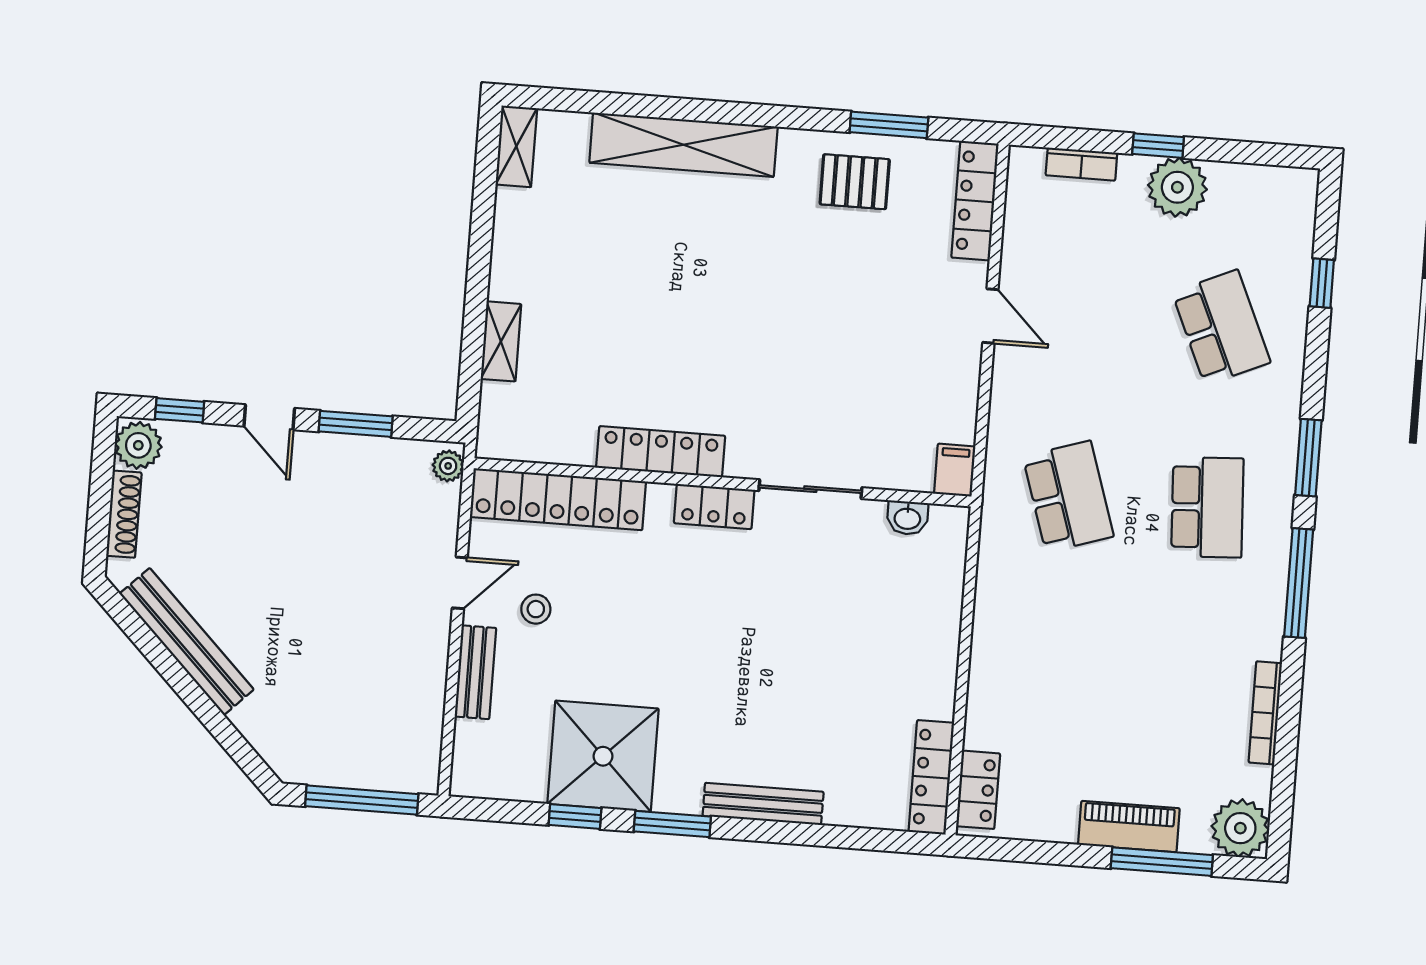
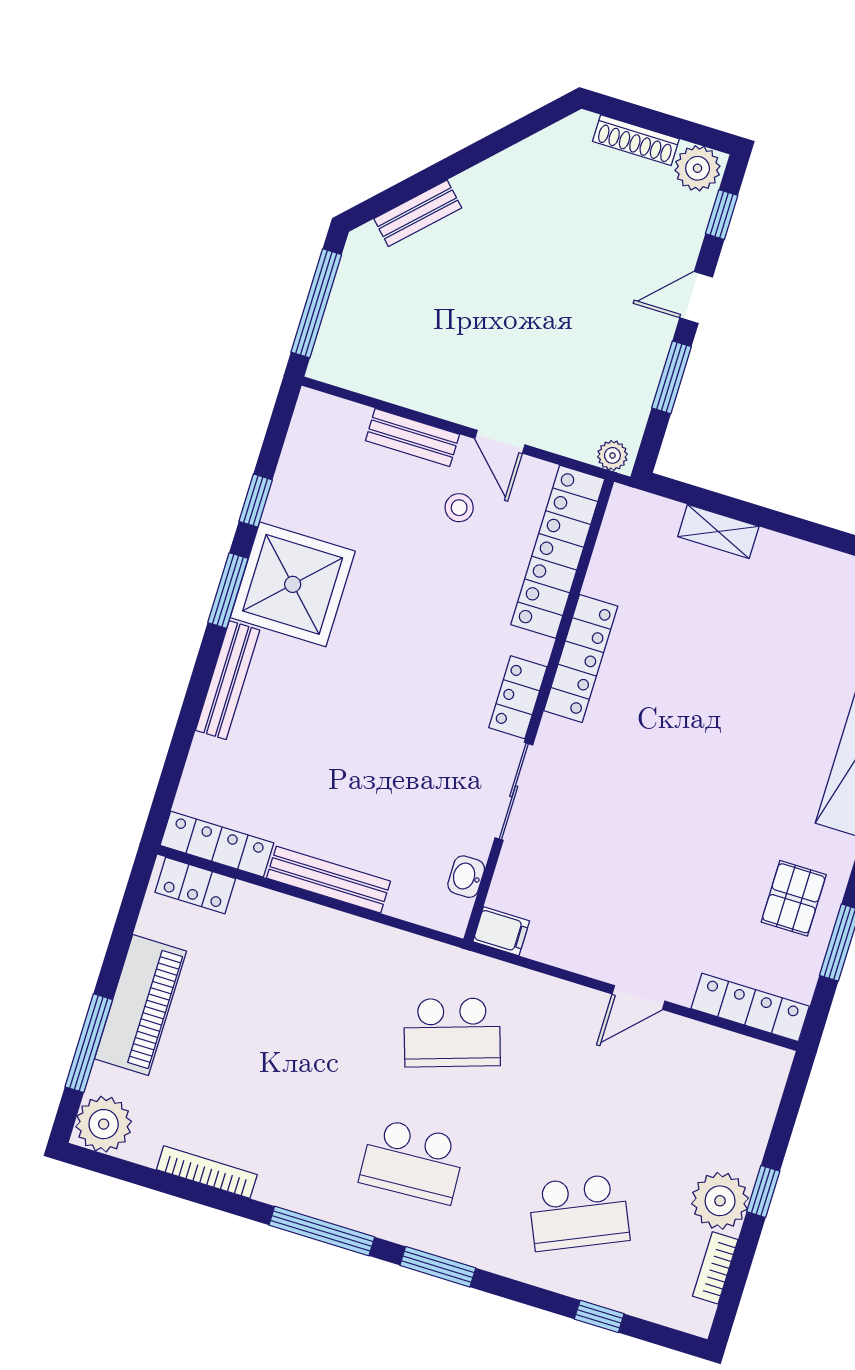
bookcase: (1081, 164) -> (715, 1268), moved
bench: (187, 642) -> (418, 213), moved, width x0.54, depth x0.82
bench: (942, 656) -> (328, 880), added
shower: (603, 756) -> (293, 584), moved
piano: (1129, 827) -> (140, 1005), width x1.37, depth x1.33

